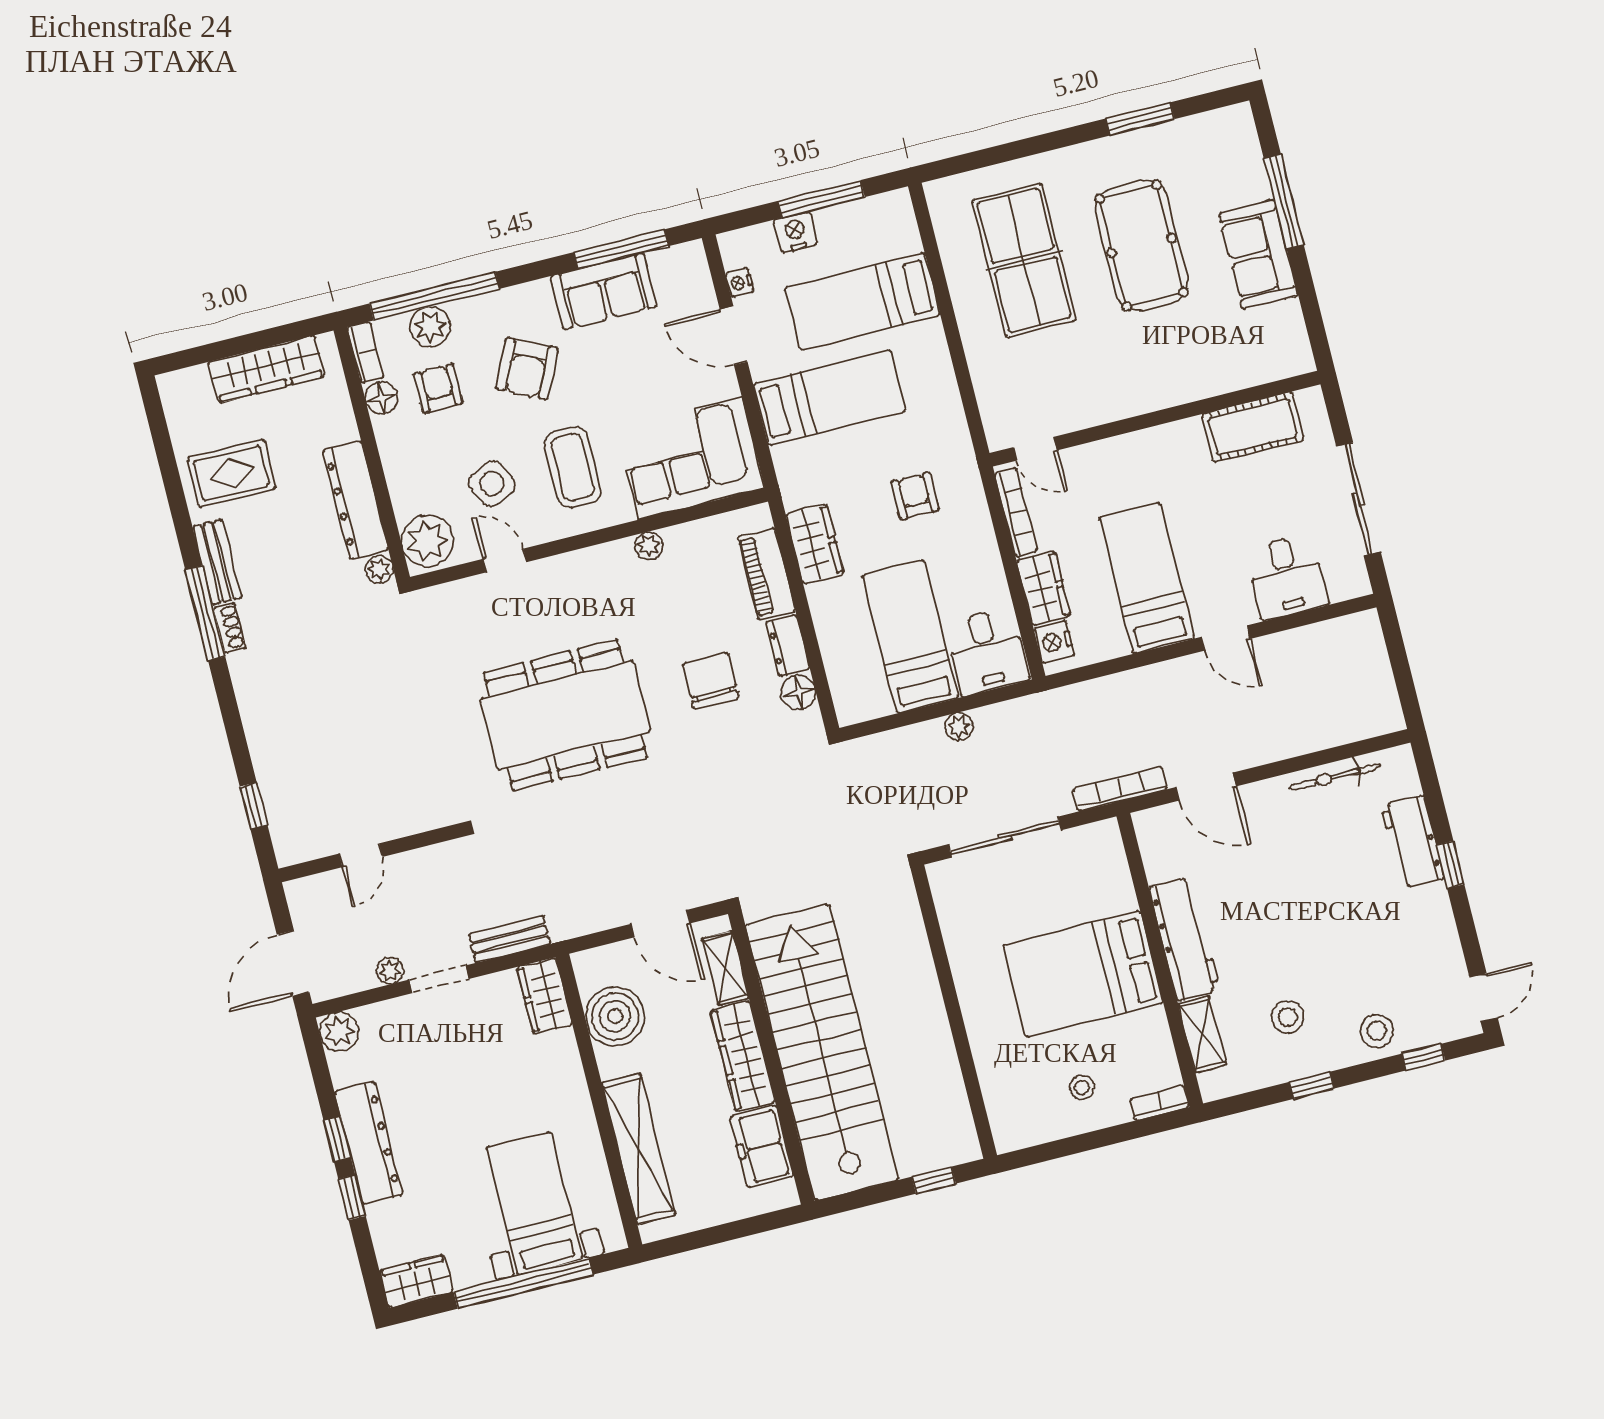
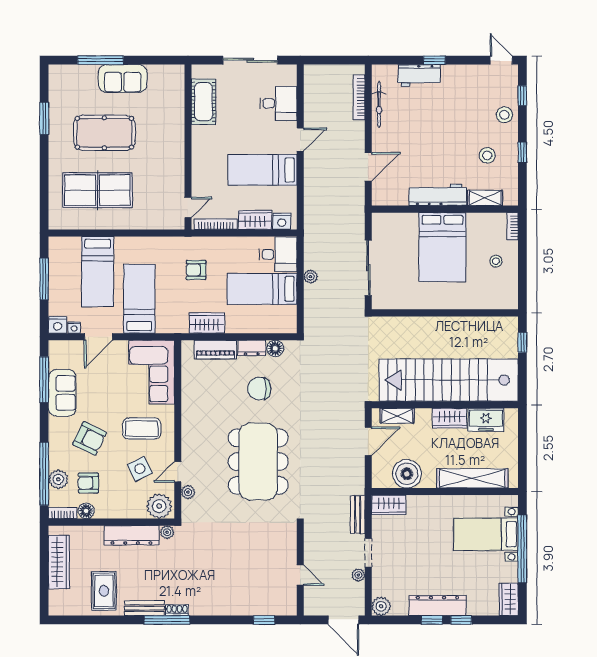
nightstand: (795, 232) -> (58, 325), moved, turned -90
plant: (649, 546) -> (188, 492), moved
bookcase: (1120, 789) -> (359, 97), moved
wardrobe: (743, 1056) -> (449, 418), width x0.67

